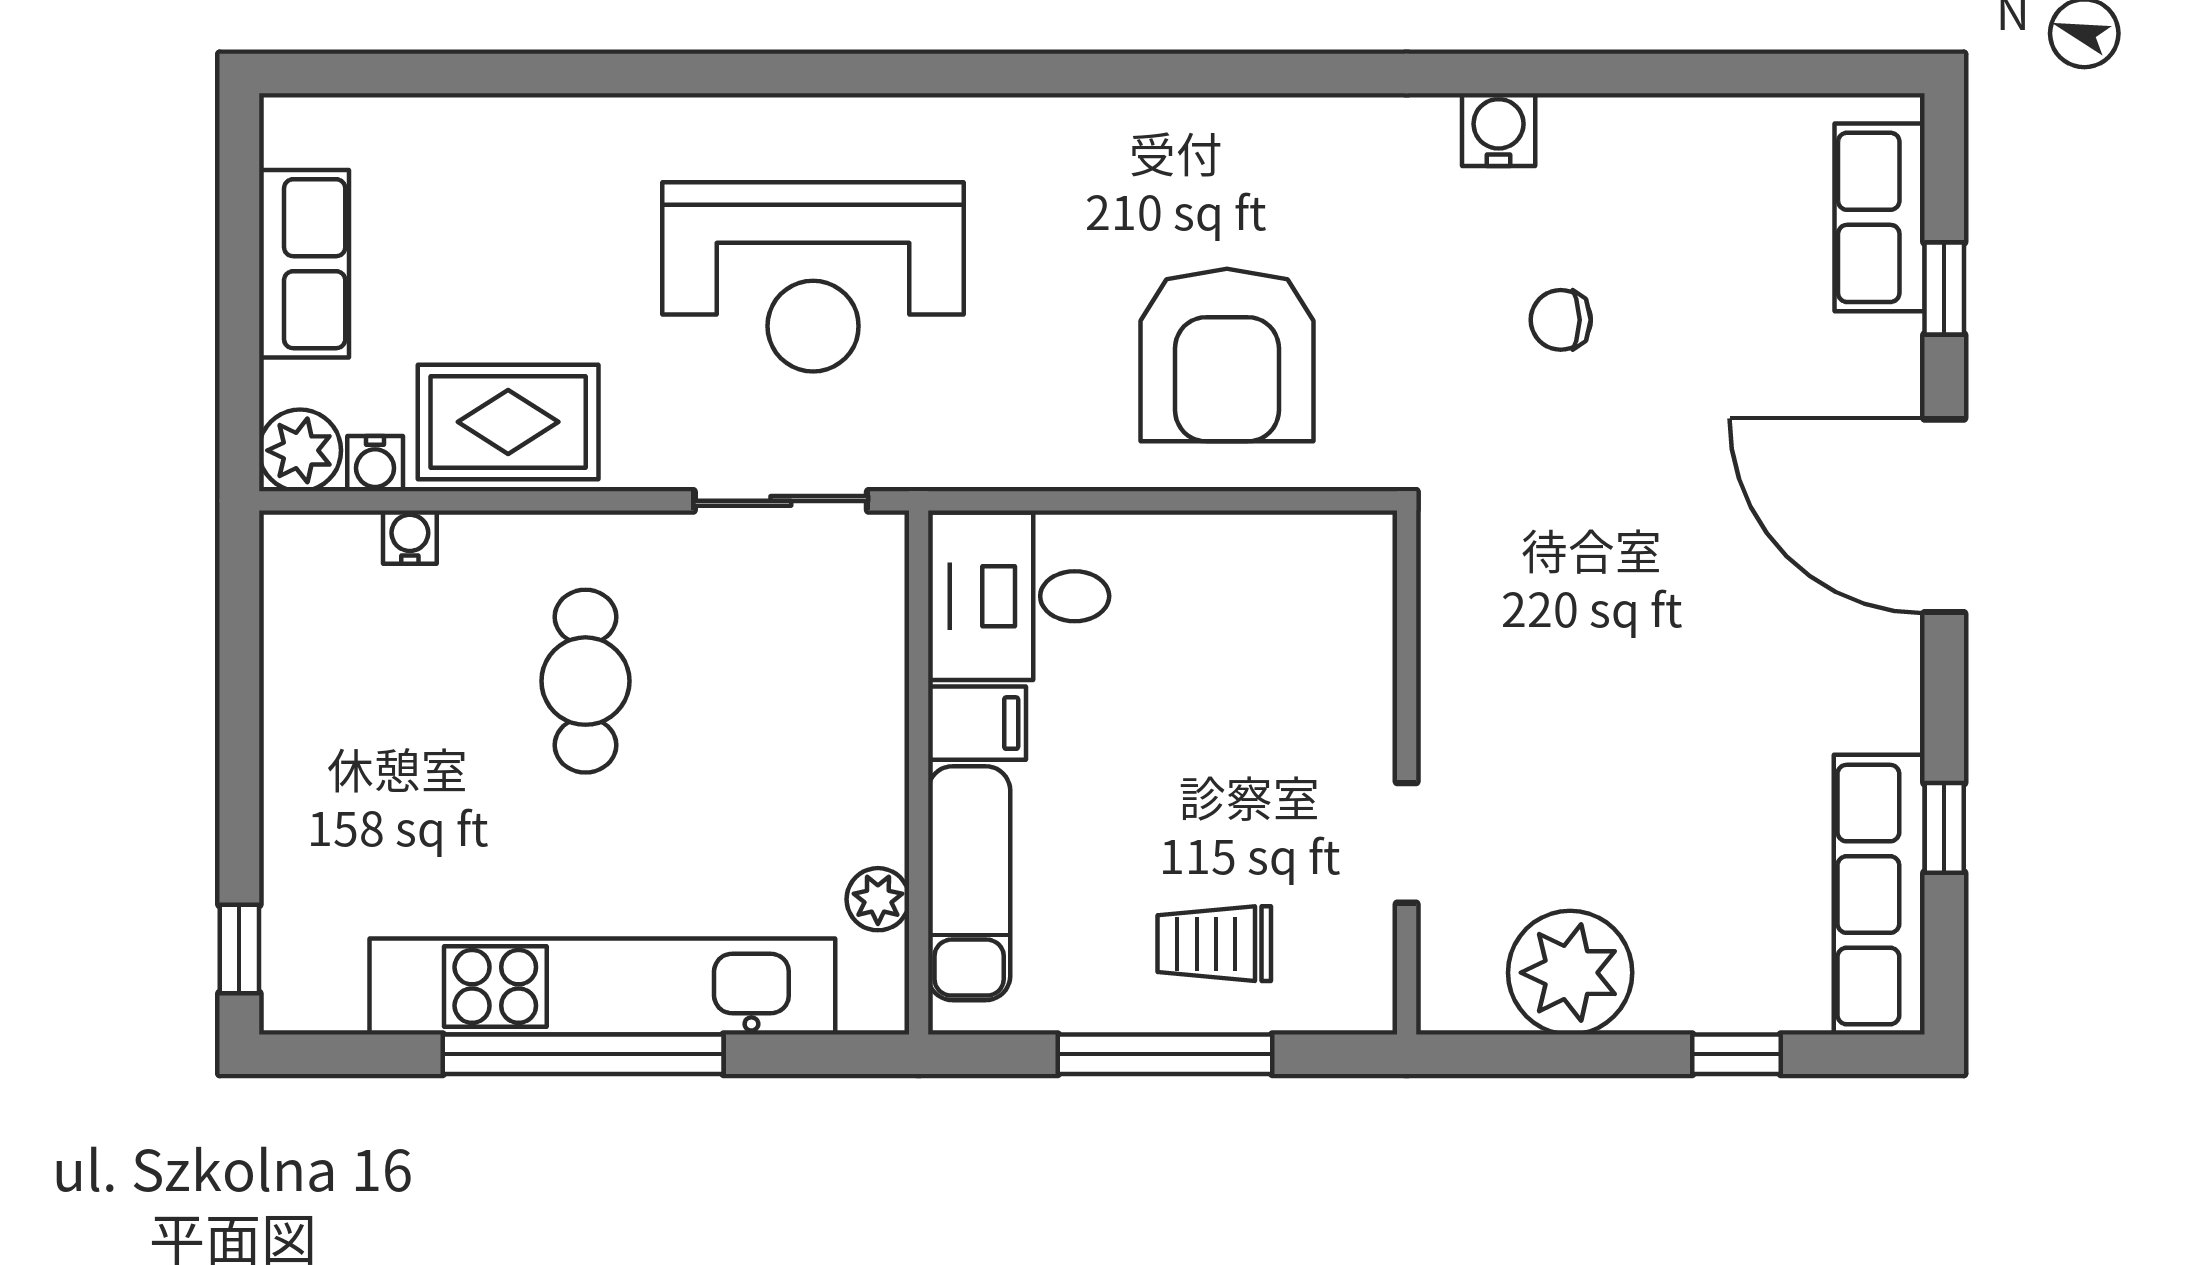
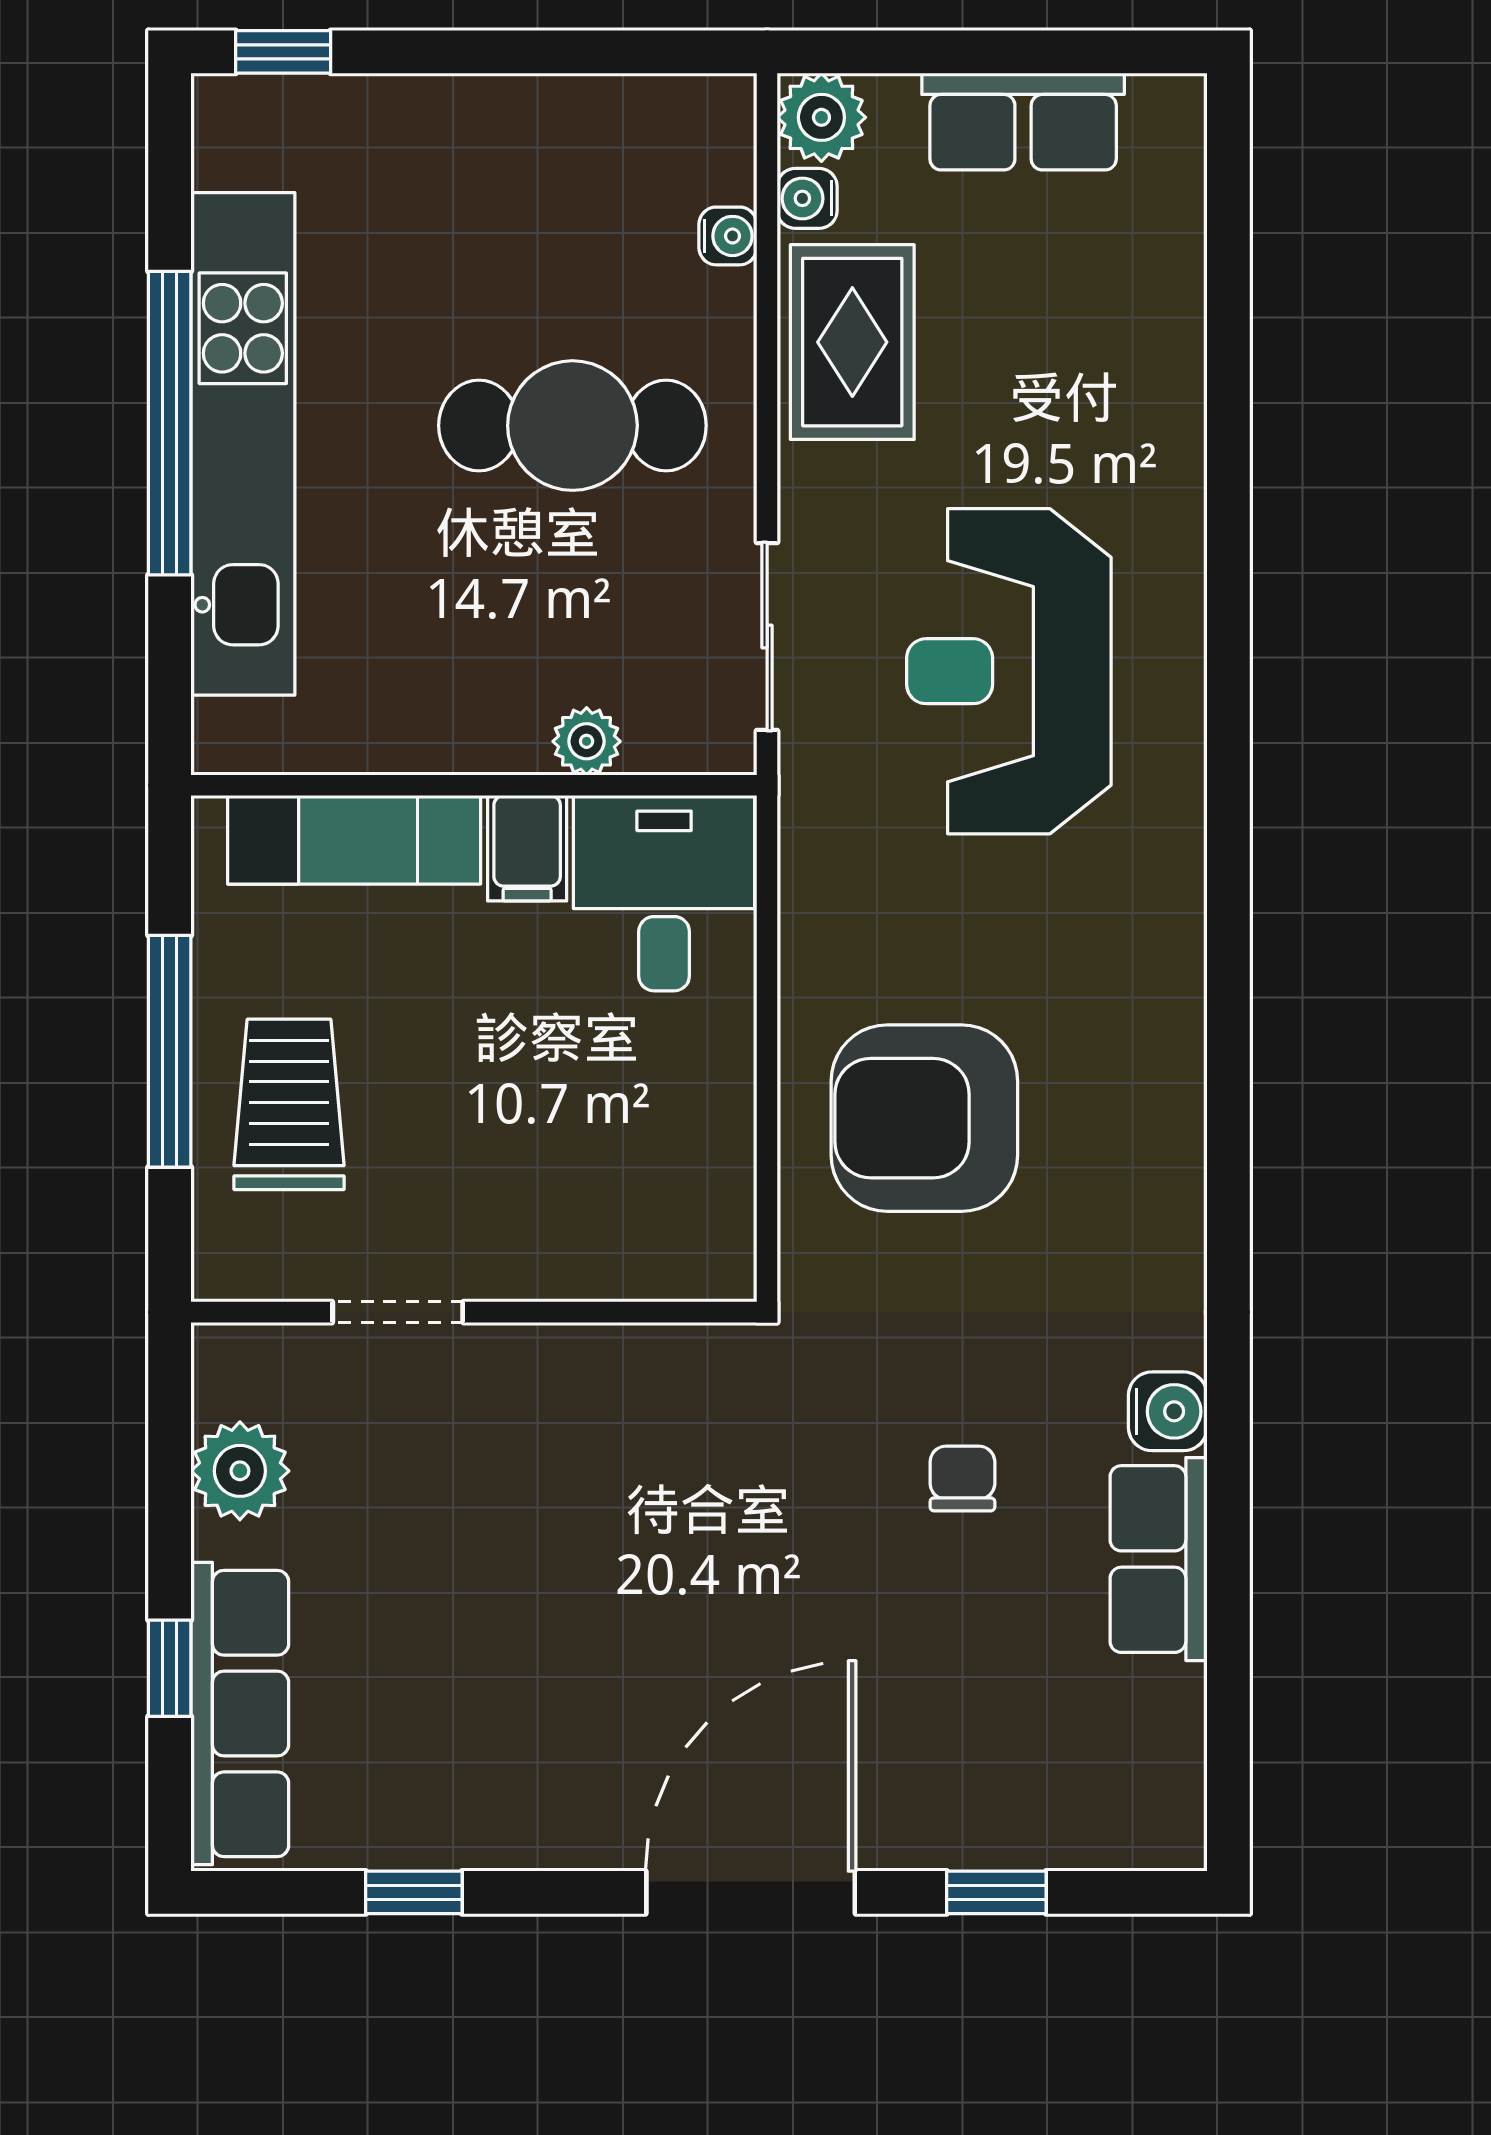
row of seats: (1880, 217) -> (1159, 1559), moved, turned -90
cafe table: (585, 681) -> (572, 426), width x1.37, depth x1.35
row of seats: (1879, 895) -> (240, 1714), moved, turned 90
plant: (878, 899) -> (587, 741), moved
trolley: (1214, 944) -> (289, 1104), width x1.36, depth x1.39
plant: (1570, 973) -> (240, 1471), width x0.73, depth x0.73

